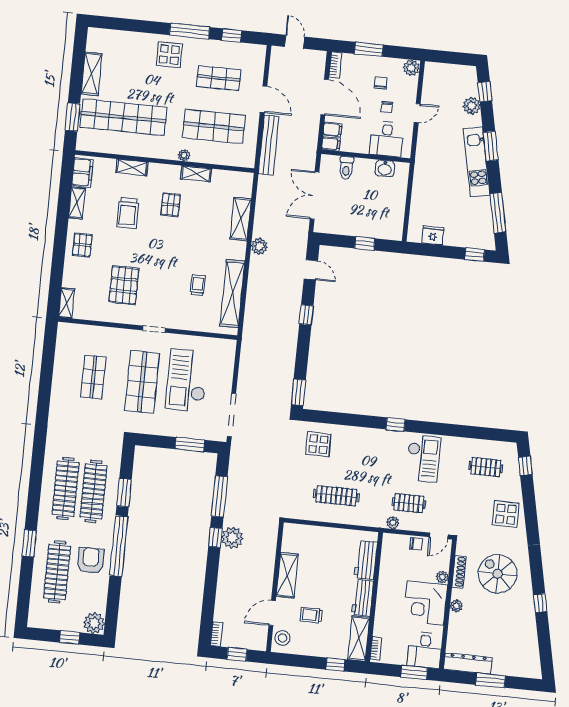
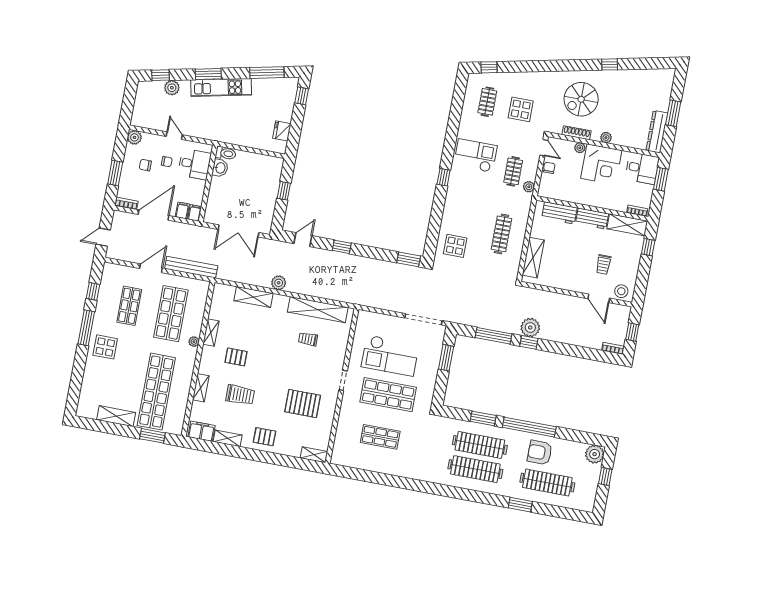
toilet: (346, 168) -> (226, 153), moved
display table: (506, 514) -> (521, 109), moved
shelving: (287, 575) -> (533, 258), moved, turned 90

